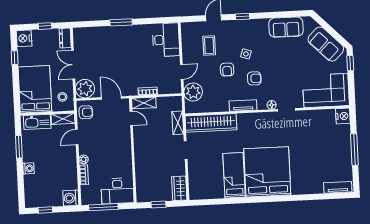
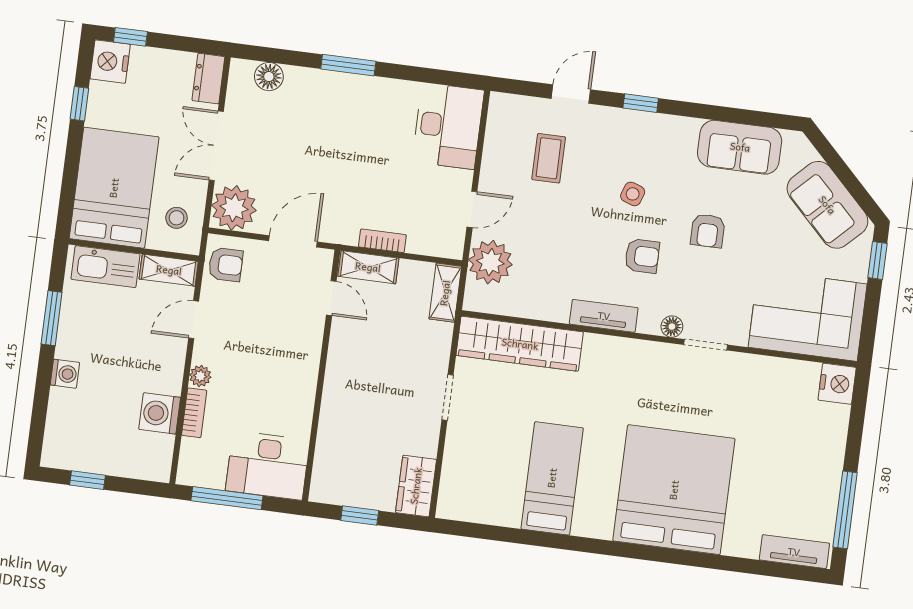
window: (45, 26) -> (130, 37), moved
floor lamp: (90, 33) -> (269, 77), added
armchair: (227, 70) -> (708, 231), moved
door: (111, 98) -> (293, 241), hinge flipped
shelving: (178, 123) -> (445, 293), moved
window: (354, 150) -> (845, 510), moved
bed: (267, 172) -> (674, 490), moved
washing machine: (71, 198) -> (160, 413), moved

